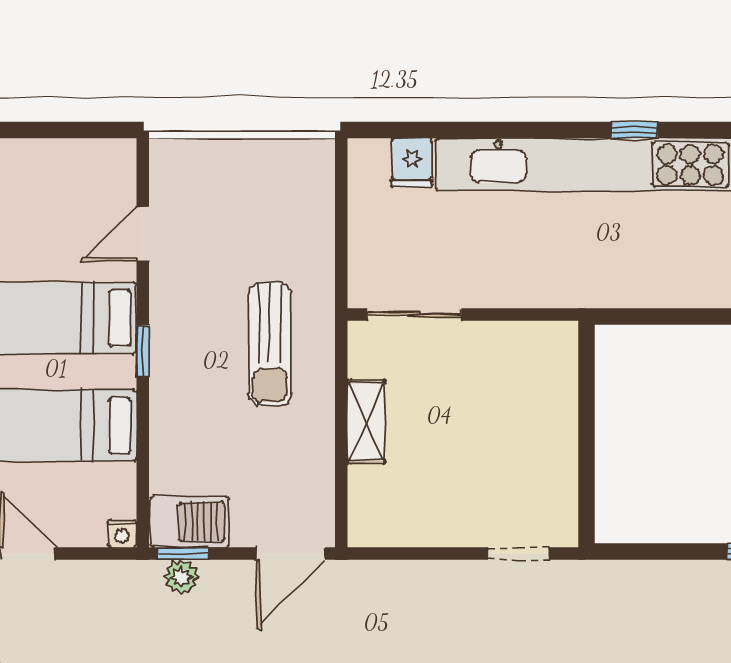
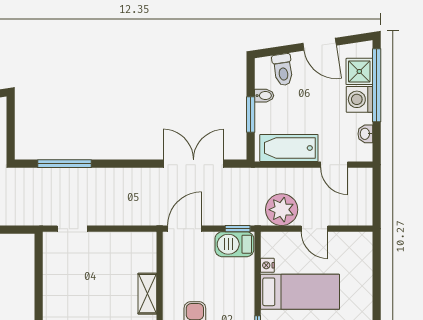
nightstand: (122, 534) -> (267, 265), moved, turned -90
plant: (181, 577) -> (282, 210), moved, width x1.87, depth x1.87

